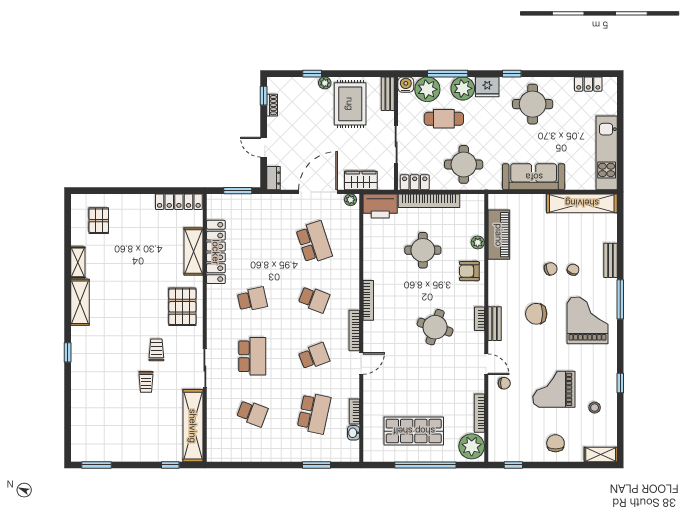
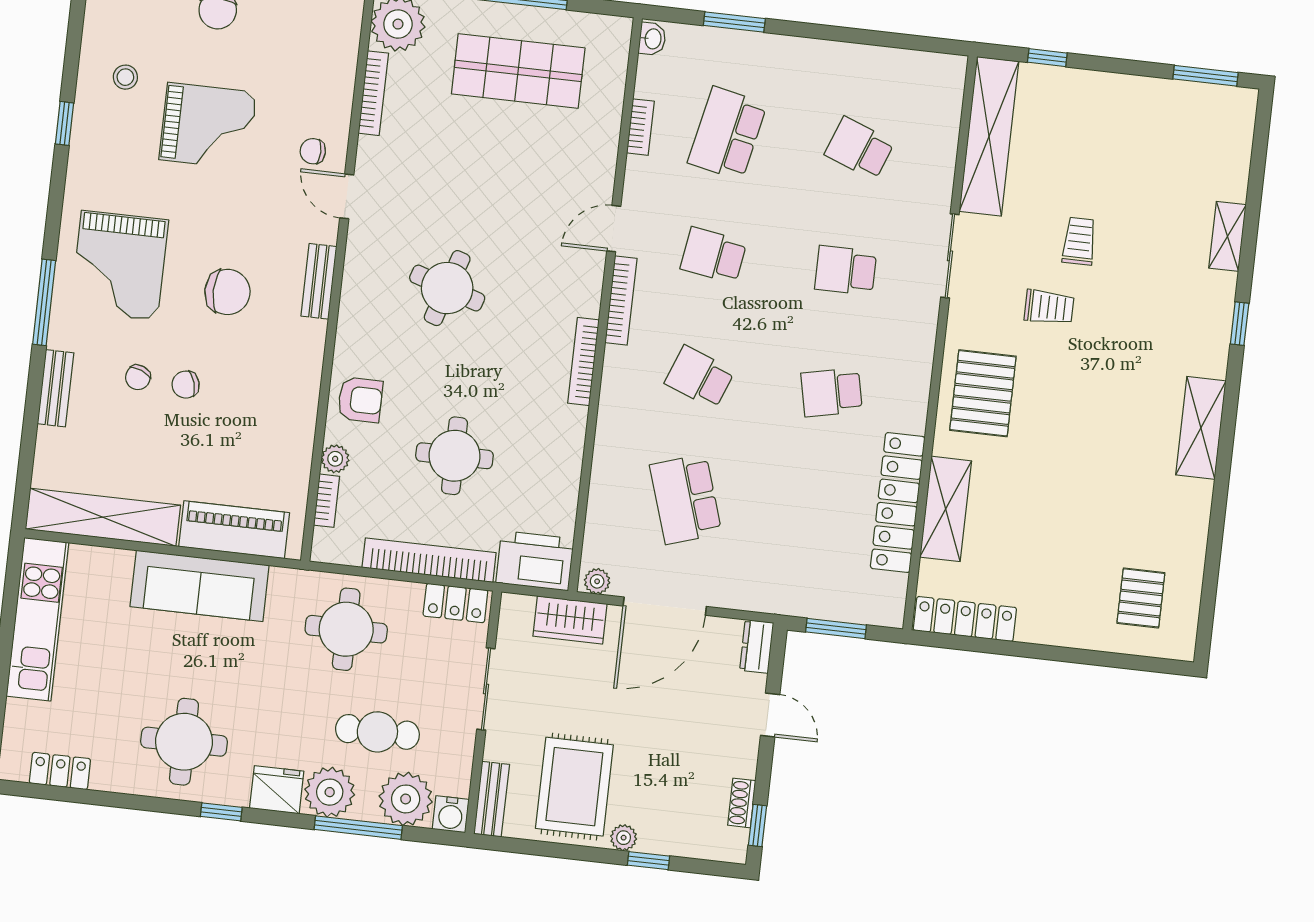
piano: (499, 235) -> (234, 530), moved, turned 90
shelving: (78, 262) -> (1227, 236), moved
bookcase: (480, 319) -> (327, 501), moved
trolley: (156, 350) -> (1049, 307), turned -90
school desk: (252, 356) -> (846, 270), width x0.54
school desk: (314, 356) -> (713, 255), turned 30
washbasin: (354, 433) -> (652, 39), moved

